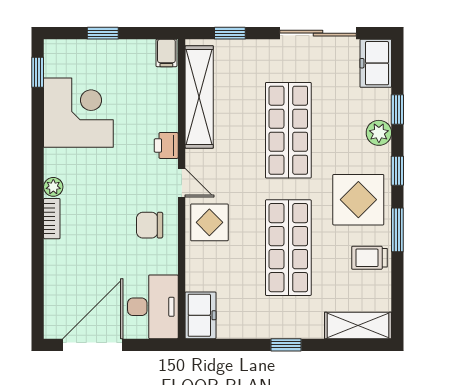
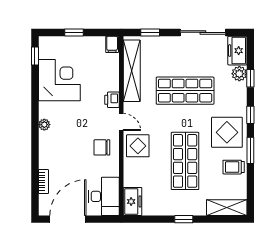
shop shelf: (288, 130) -> (185, 91), turned 90
plant: (379, 133) -> (239, 74), moved
bookcase: (52, 219) -> (43, 182), moved

